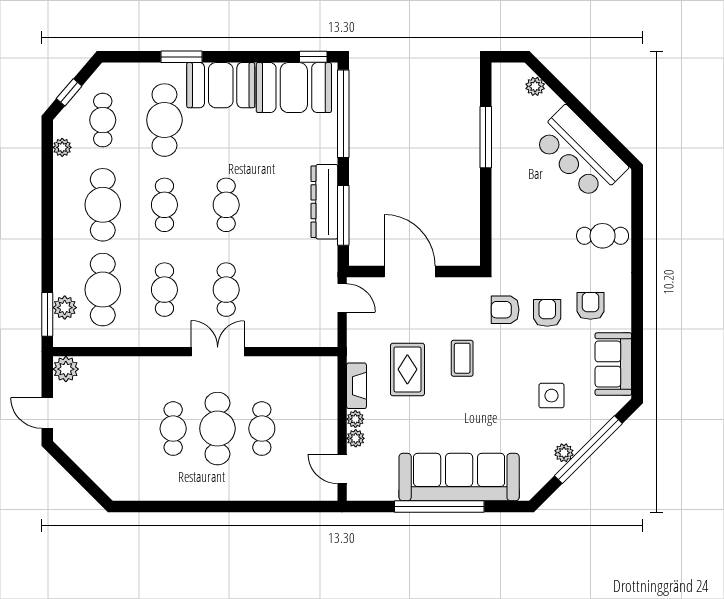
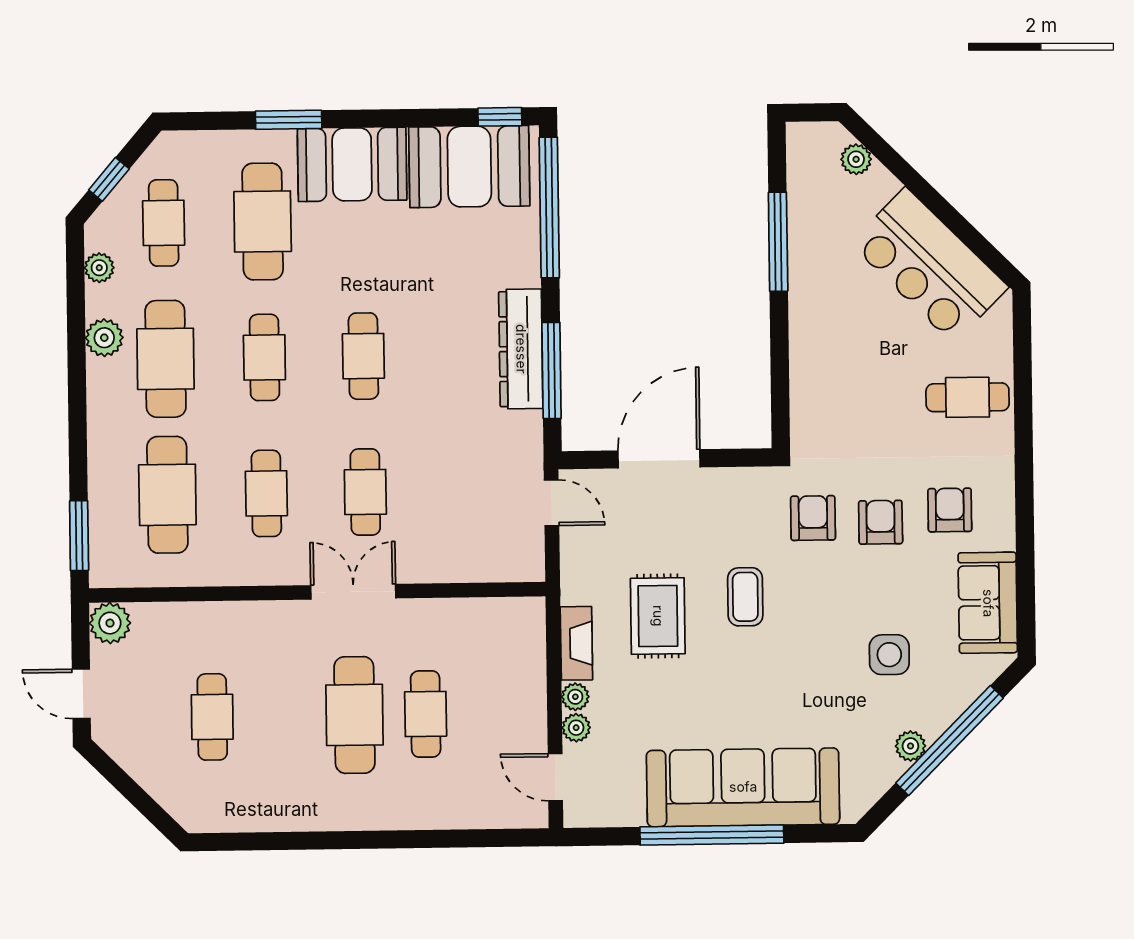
door: (410, 271) -> (659, 459), hinge flipped
plant: (65, 308) -> (104, 338), moved
armchair: (505, 310) -> (813, 518), turned 90
cafe table: (173, 429) -> (212, 717), moved

